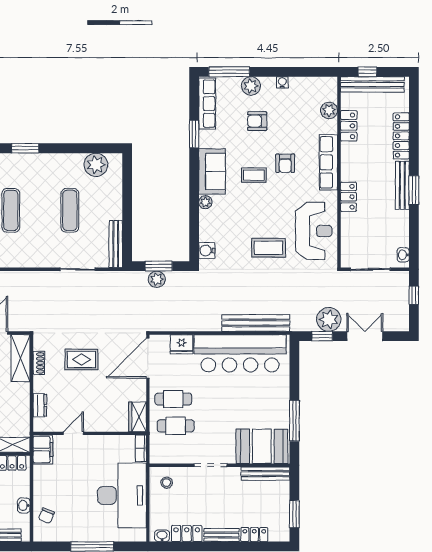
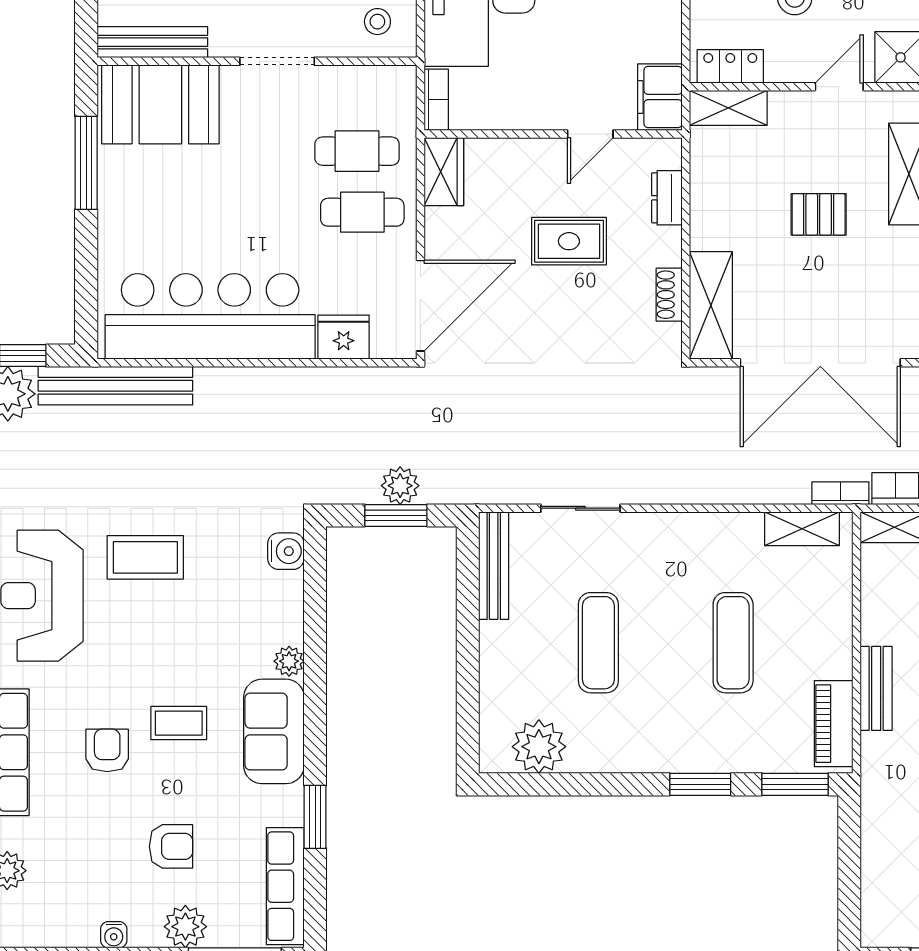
bench: (256, 323) -> (115, 386), moved
rug: (82, 359) -> (569, 241), moved

